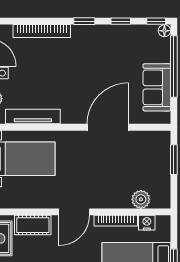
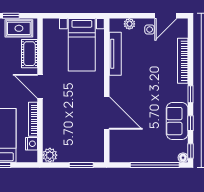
sofa: (157, 87) -> (177, 121), moved, turned -90
plant: (141, 199) -> (50, 155), moved

